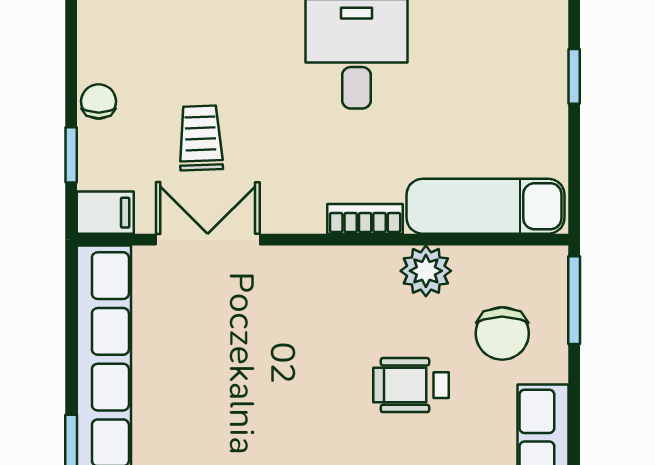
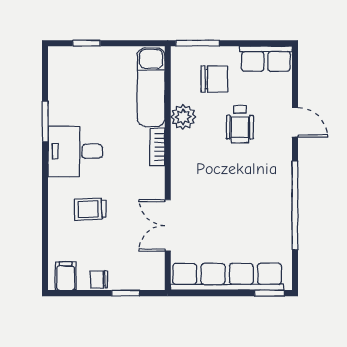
trolley: (201, 138) -> (90, 209), moved
filing cabinet: (105, 213) -> (66, 276), moved

